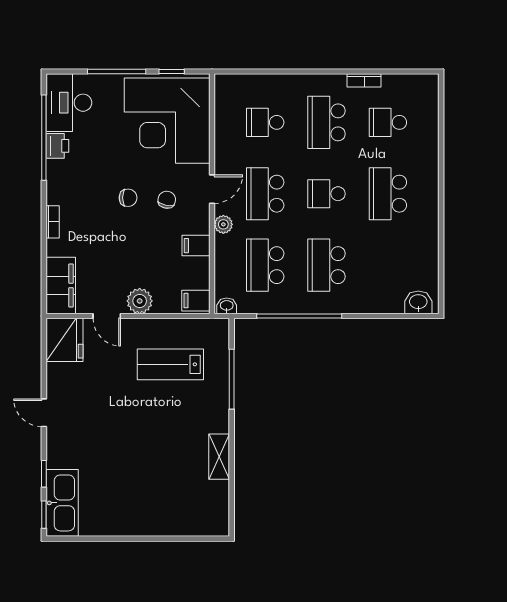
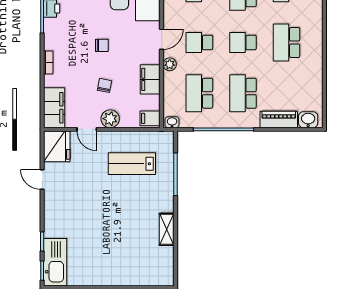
school desk: (265, 194) -> (199, 43), width x0.54
chair: (167, 200) -> (105, 85), moved
filing cabinet: (196, 246) -> (150, 79), width x2.00
piano: (377, 302) -> (279, 120), added
door: (44, 413) -> (42, 180), moved

